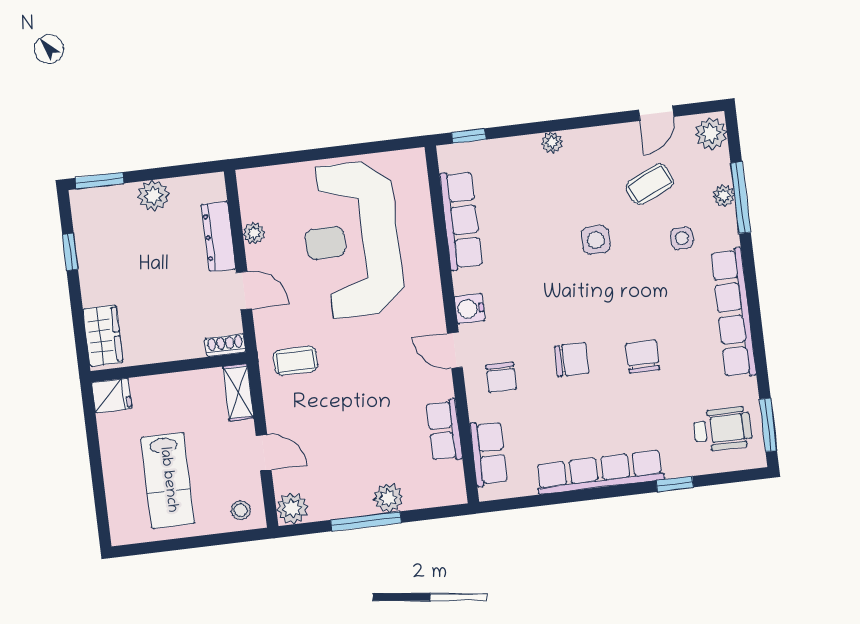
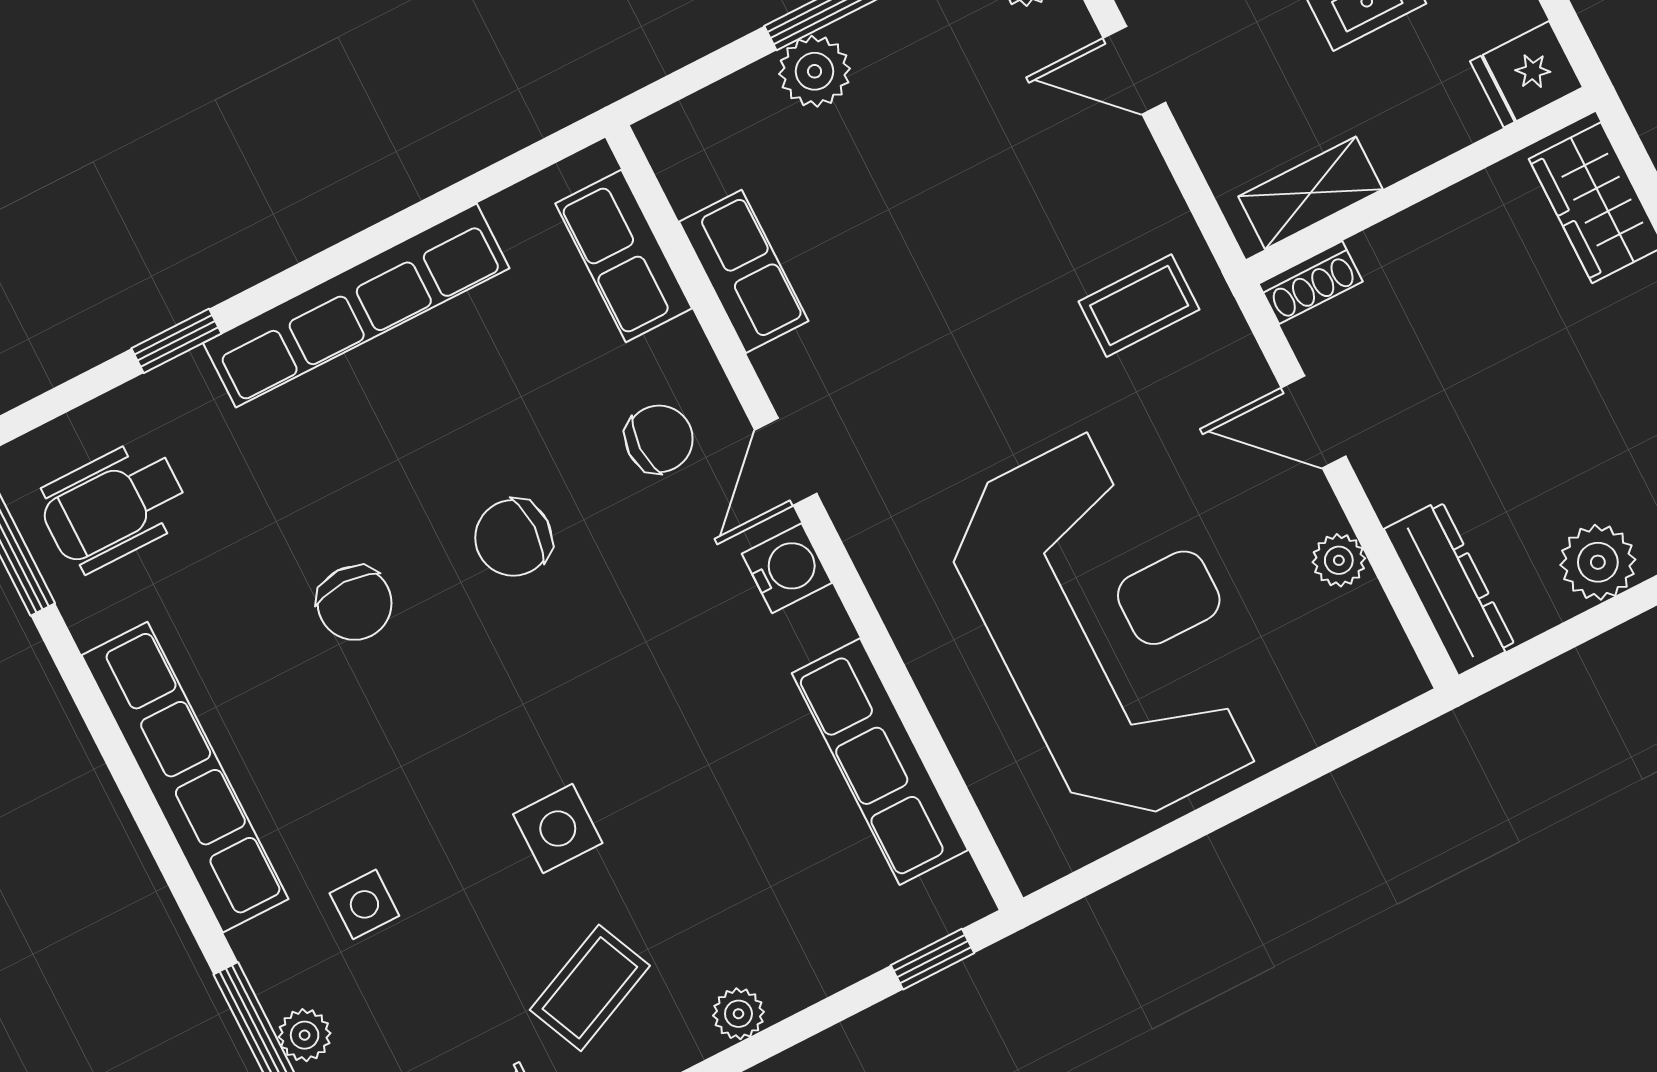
coffee table: (650, 184) -> (590, 988), moved
dresser: (218, 236) -> (1450, 588), moved
door: (455, 350) -> (786, 462), swing flipped
chair: (501, 377) -> (659, 439), turned 90
shelving: (238, 392) -> (1310, 193), moved, turned 90

